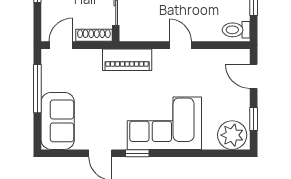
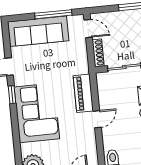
piano: (127, 60) -> (83, 93), moved
sofa: (58, 121) -> (38, 31), width x1.36

